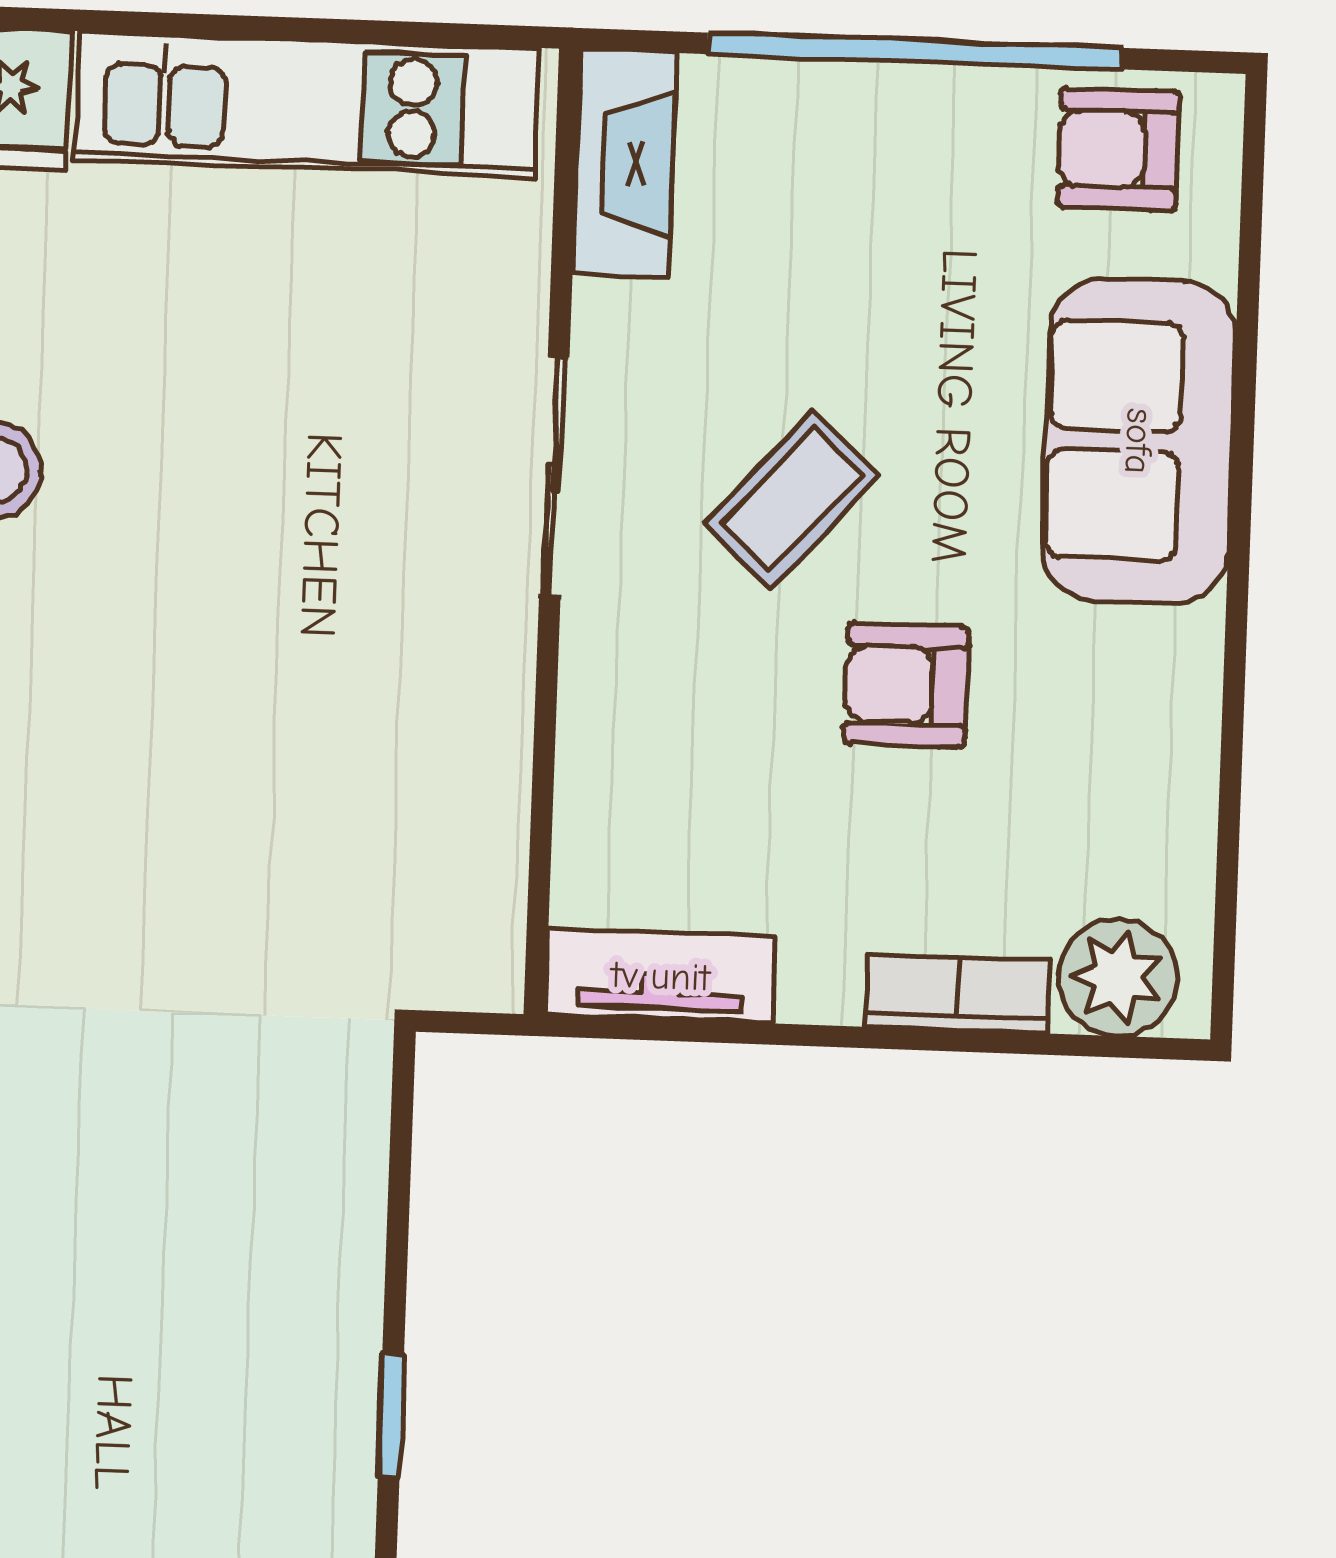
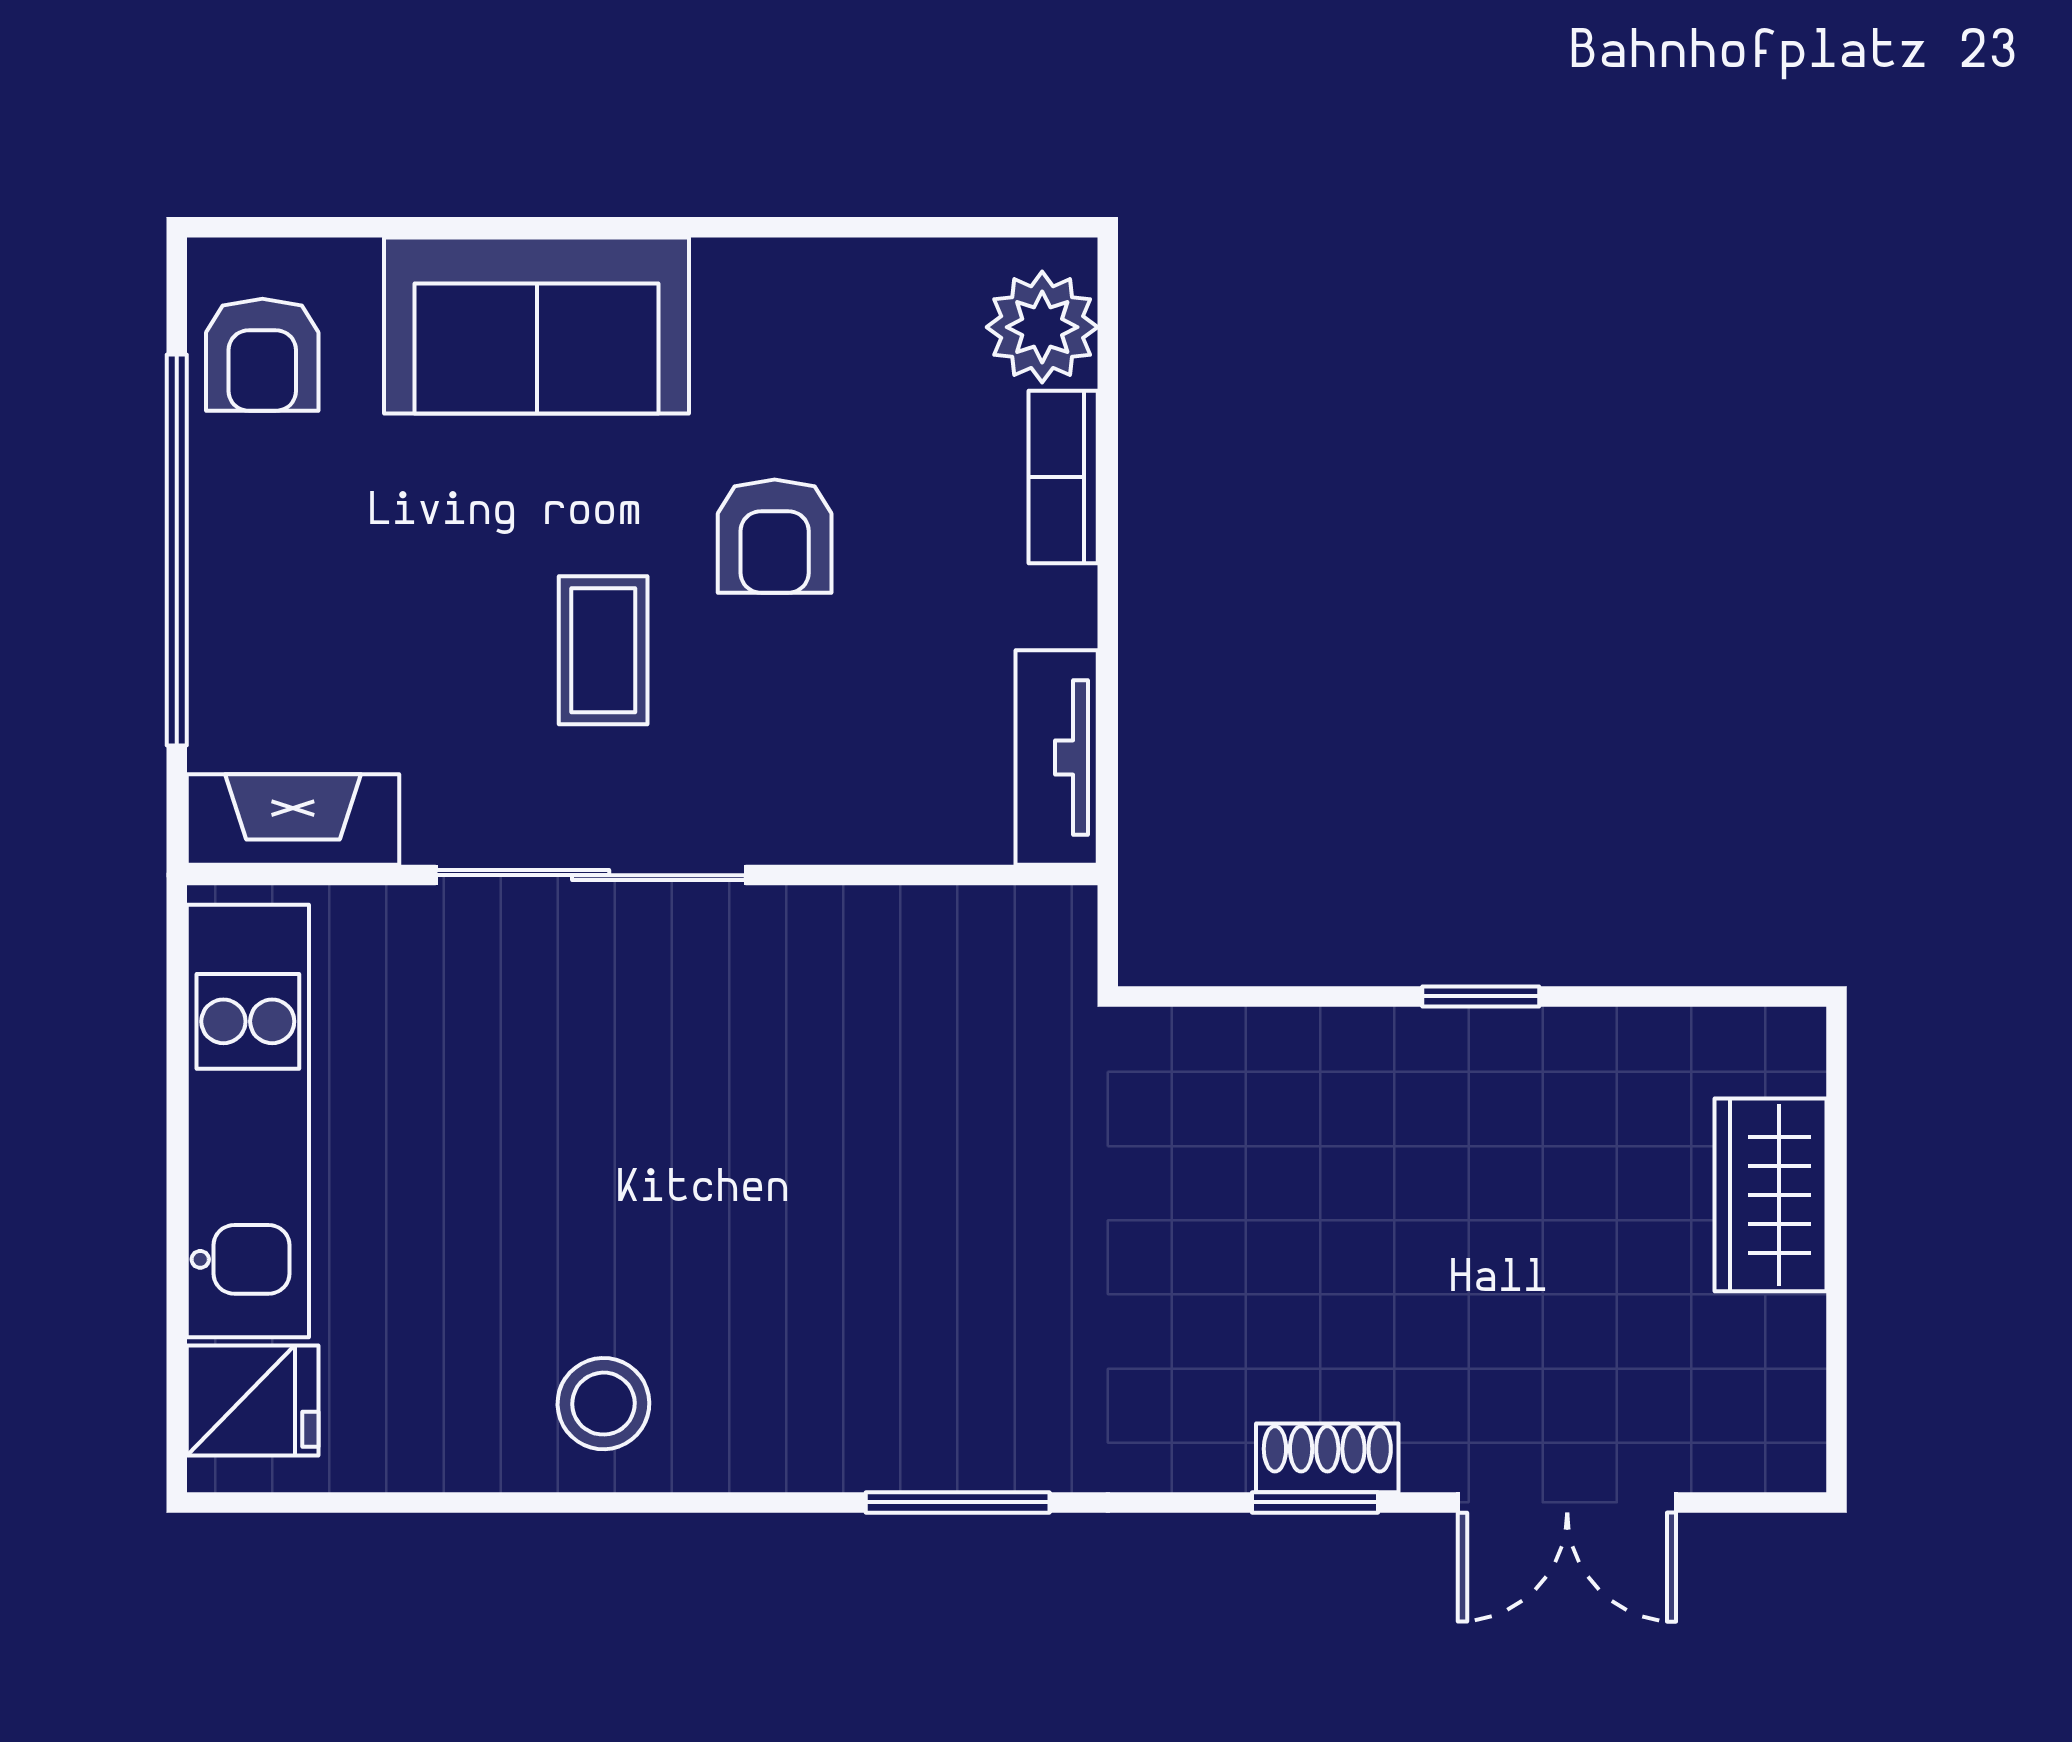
sliding door: (554, 477) -> (591, 875), width x1.37
coffee table: (792, 499) -> (603, 650), turned 48

